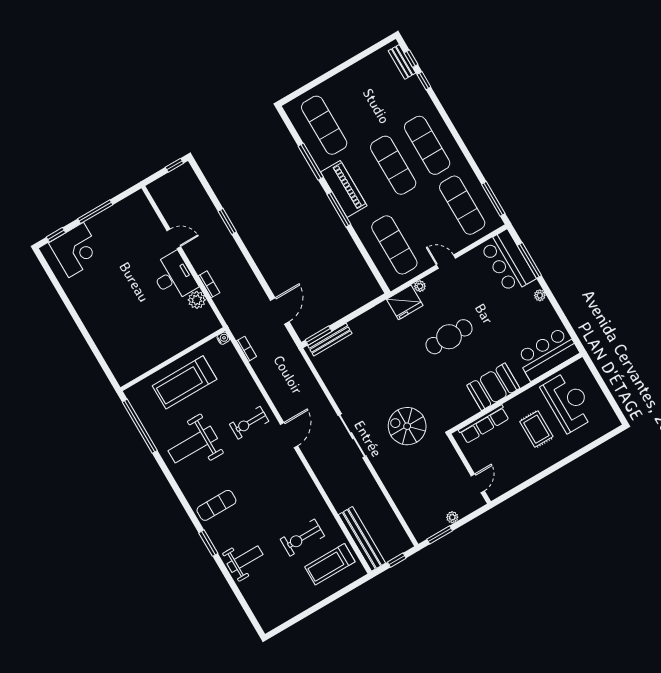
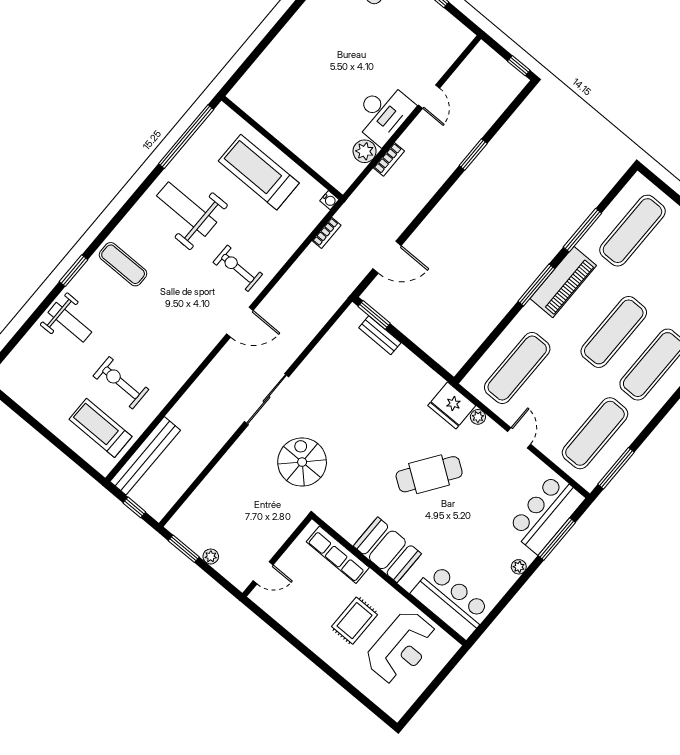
cafe table: (449, 337) -> (429, 474), turned -55
bench: (330, 340) -> (380, 335), width x0.73

